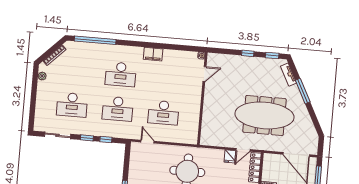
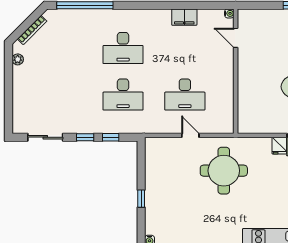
filing cabinet: (153, 54) -> (184, 17), moved
door: (204, 74) -> (236, 38), swing flipped
desk: (72, 105) -> (61, 94), removed
door: (147, 142) -> (190, 135), moved

